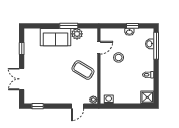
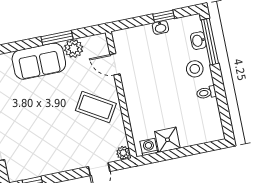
door: (99, 48) -> (115, 64), swing flipped
stool: (119, 57) -> (195, 69), moved
shower: (147, 97) -> (167, 140), moved

